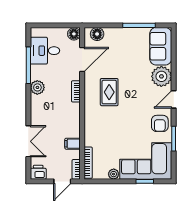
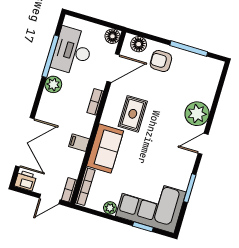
sofa: (161, 46) -> (105, 148), moved, turned 180
desk: (45, 51) -> (72, 51), width x1.37
armchair: (160, 123) -> (161, 61), moved, turned 90
double door: (28, 141) -> (25, 142), width x1.37
filing cabinet: (73, 144) -> (79, 143), moved

